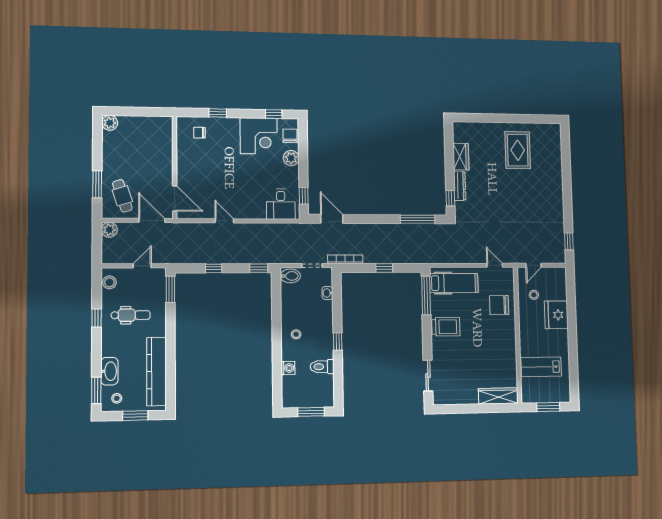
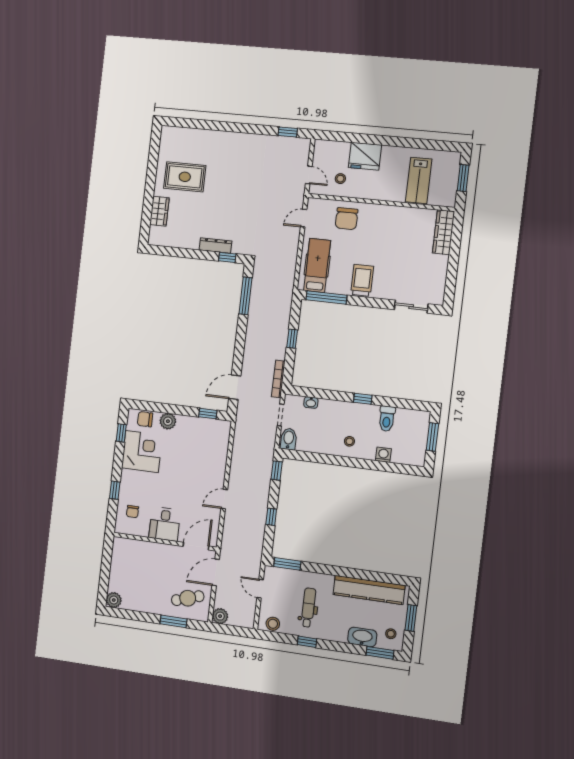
wardrobe: (461, 157) -> (159, 211), moved, turned 90
desk: (281, 204) -> (165, 524), moved, turned 90

